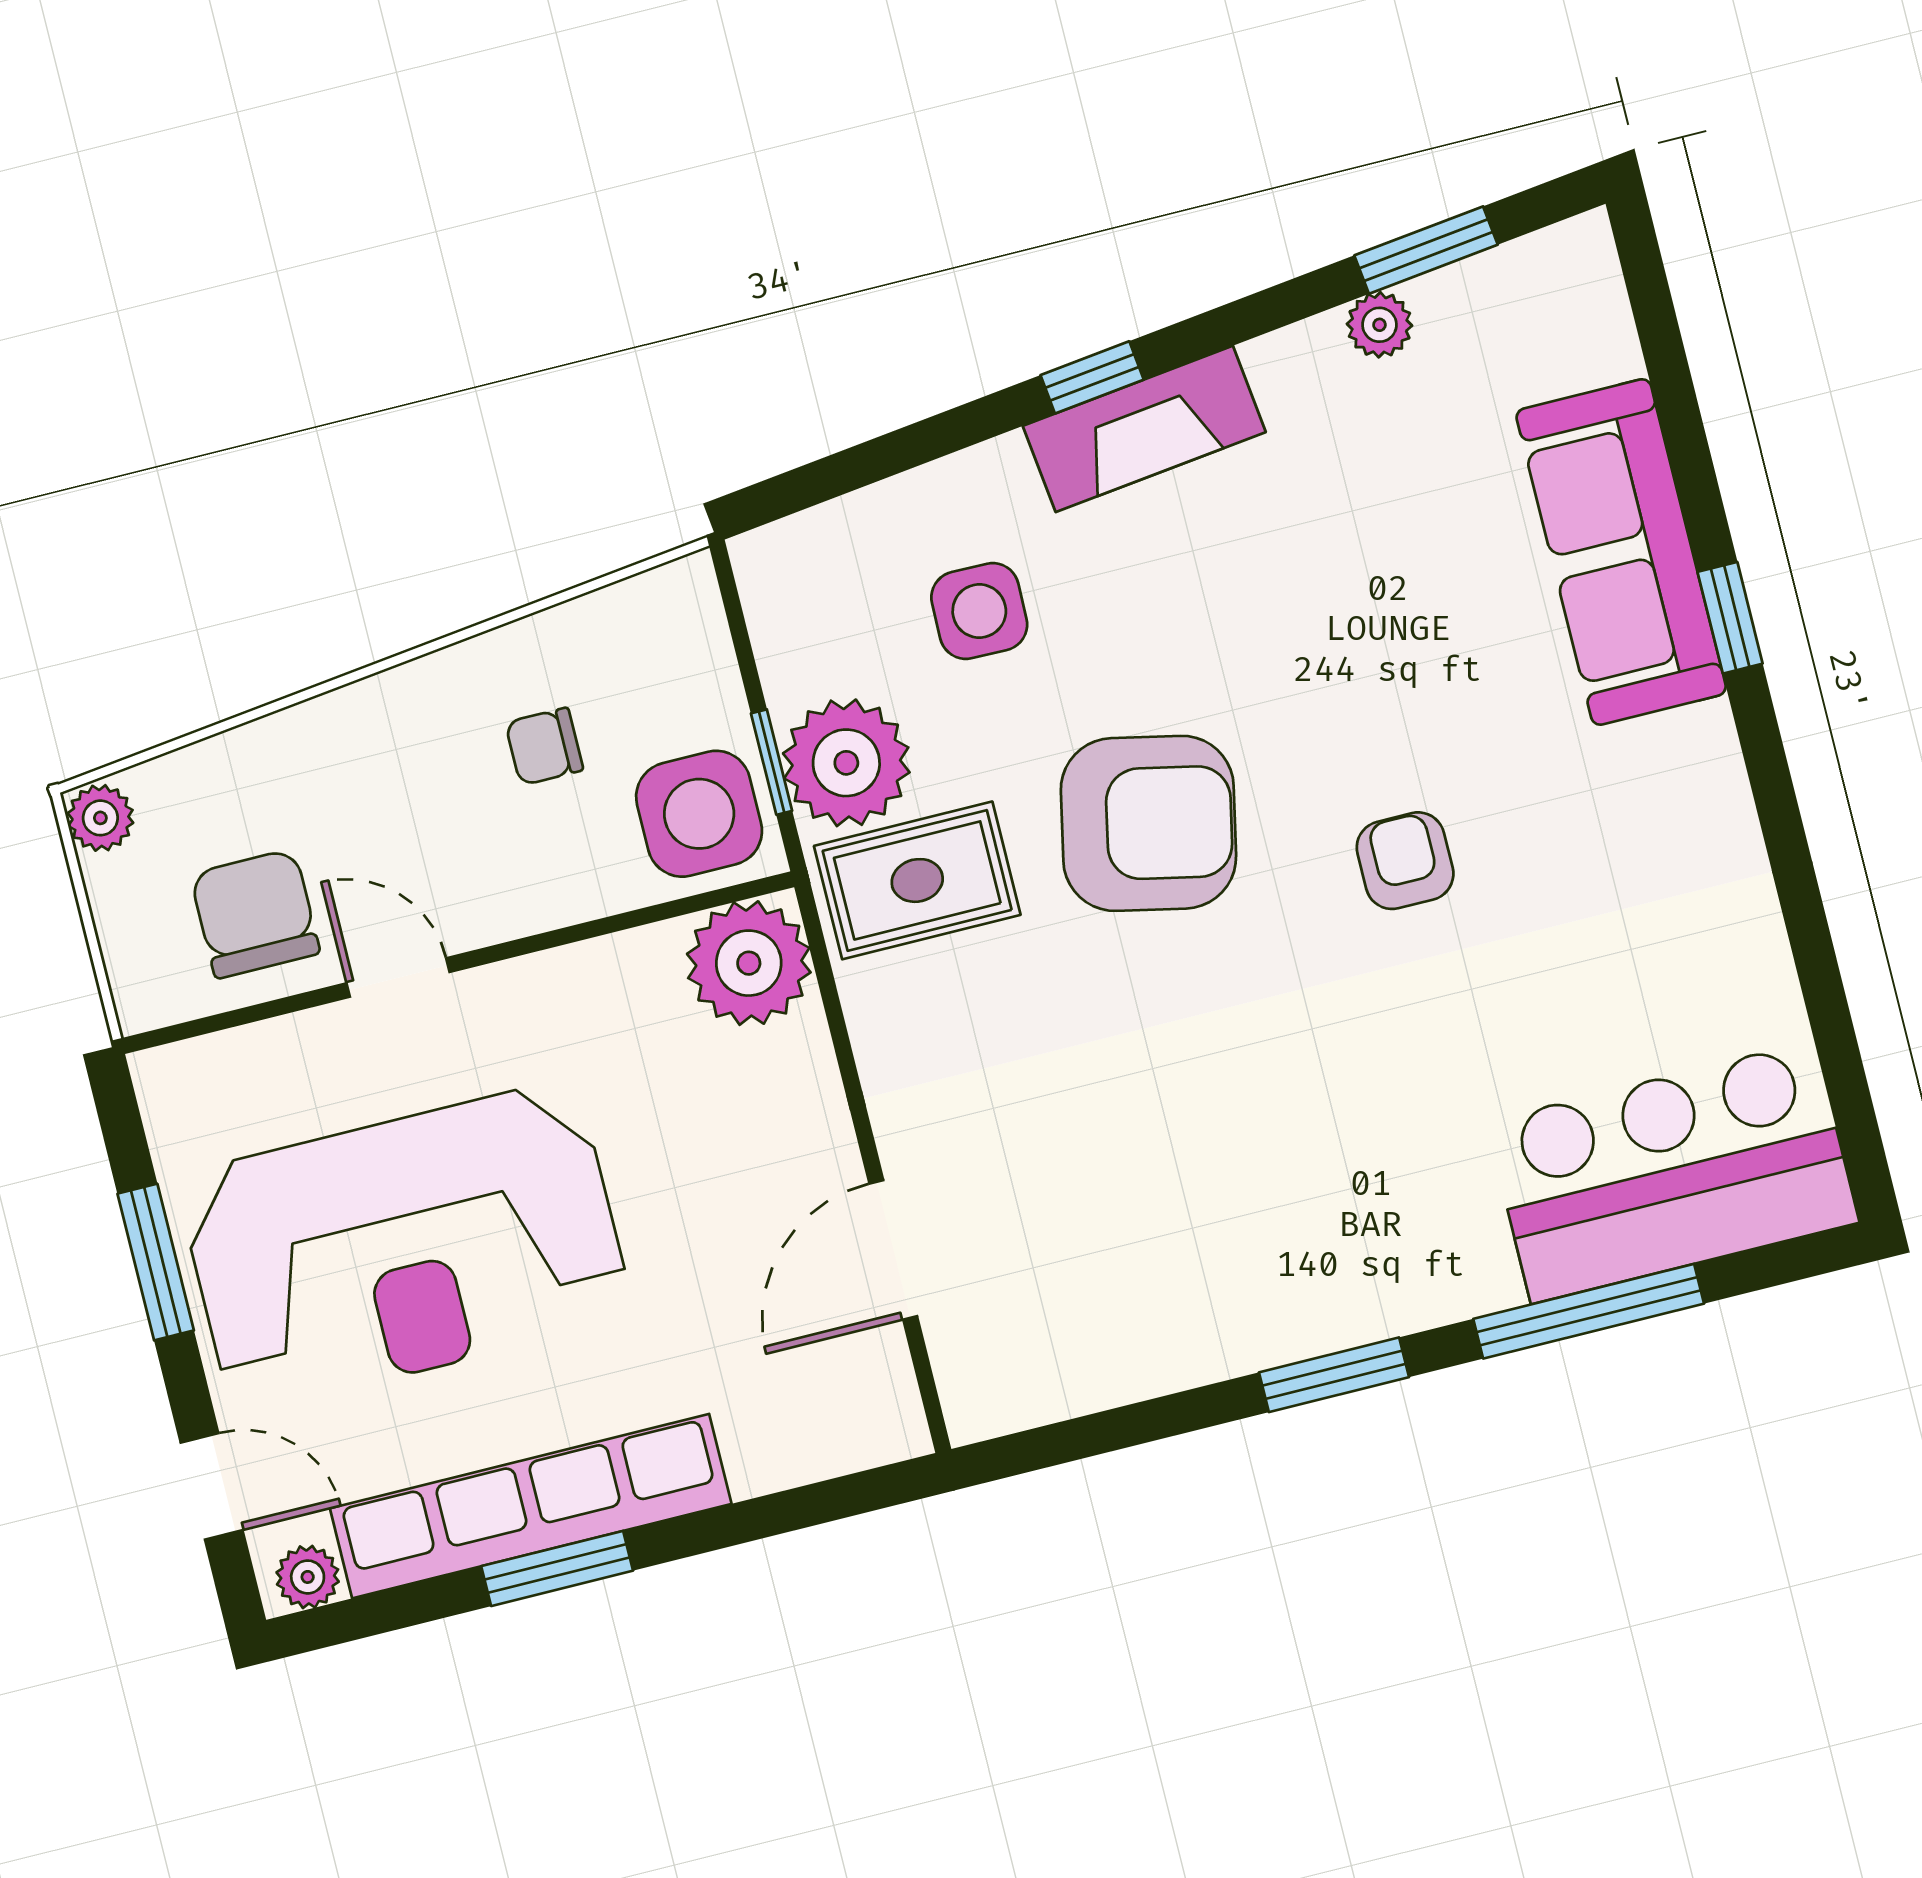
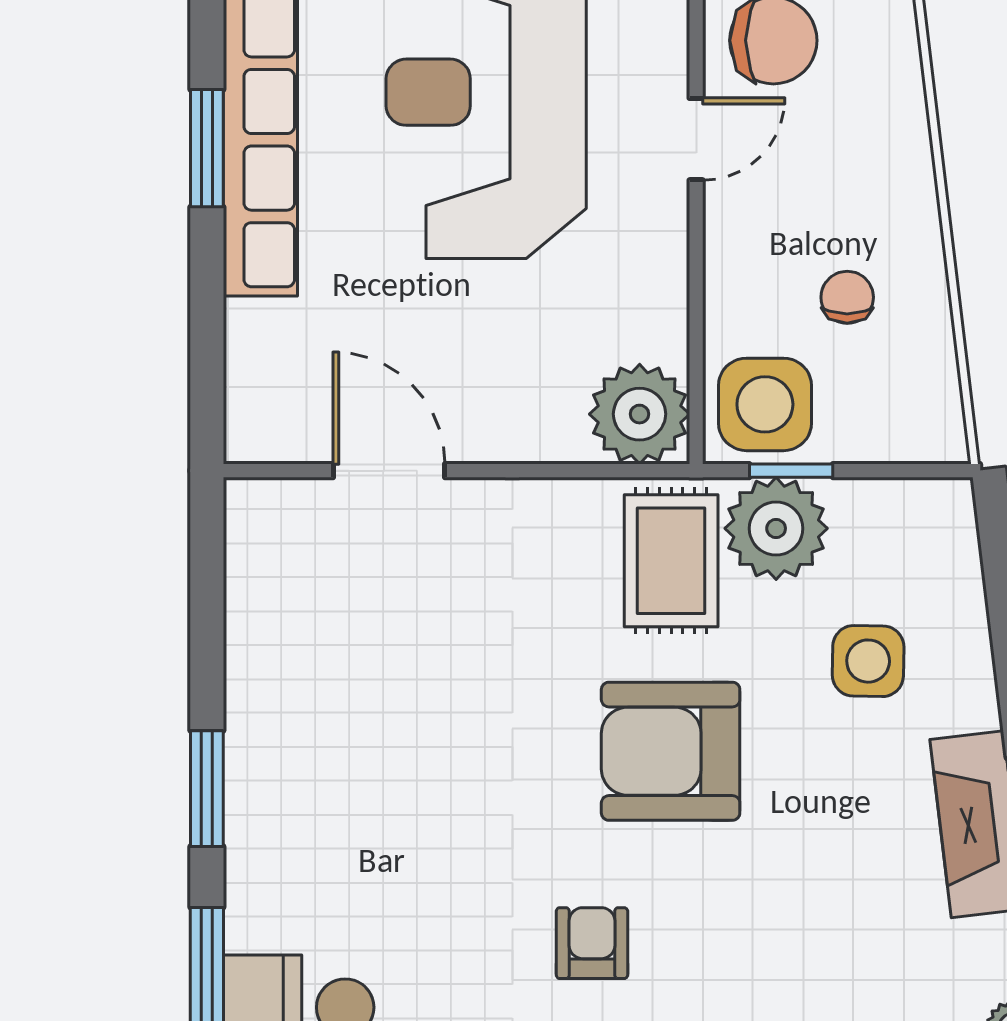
armchair: (1148, 823) -> (671, 751), turned 78
armchair: (1405, 861) -> (592, 943), turned -90

